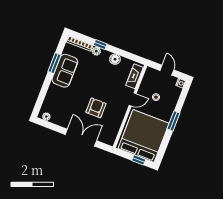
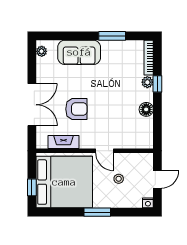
sofa: (65, 71) -> (79, 52), moved
fireplace: (135, 76) -> (64, 142), moved

